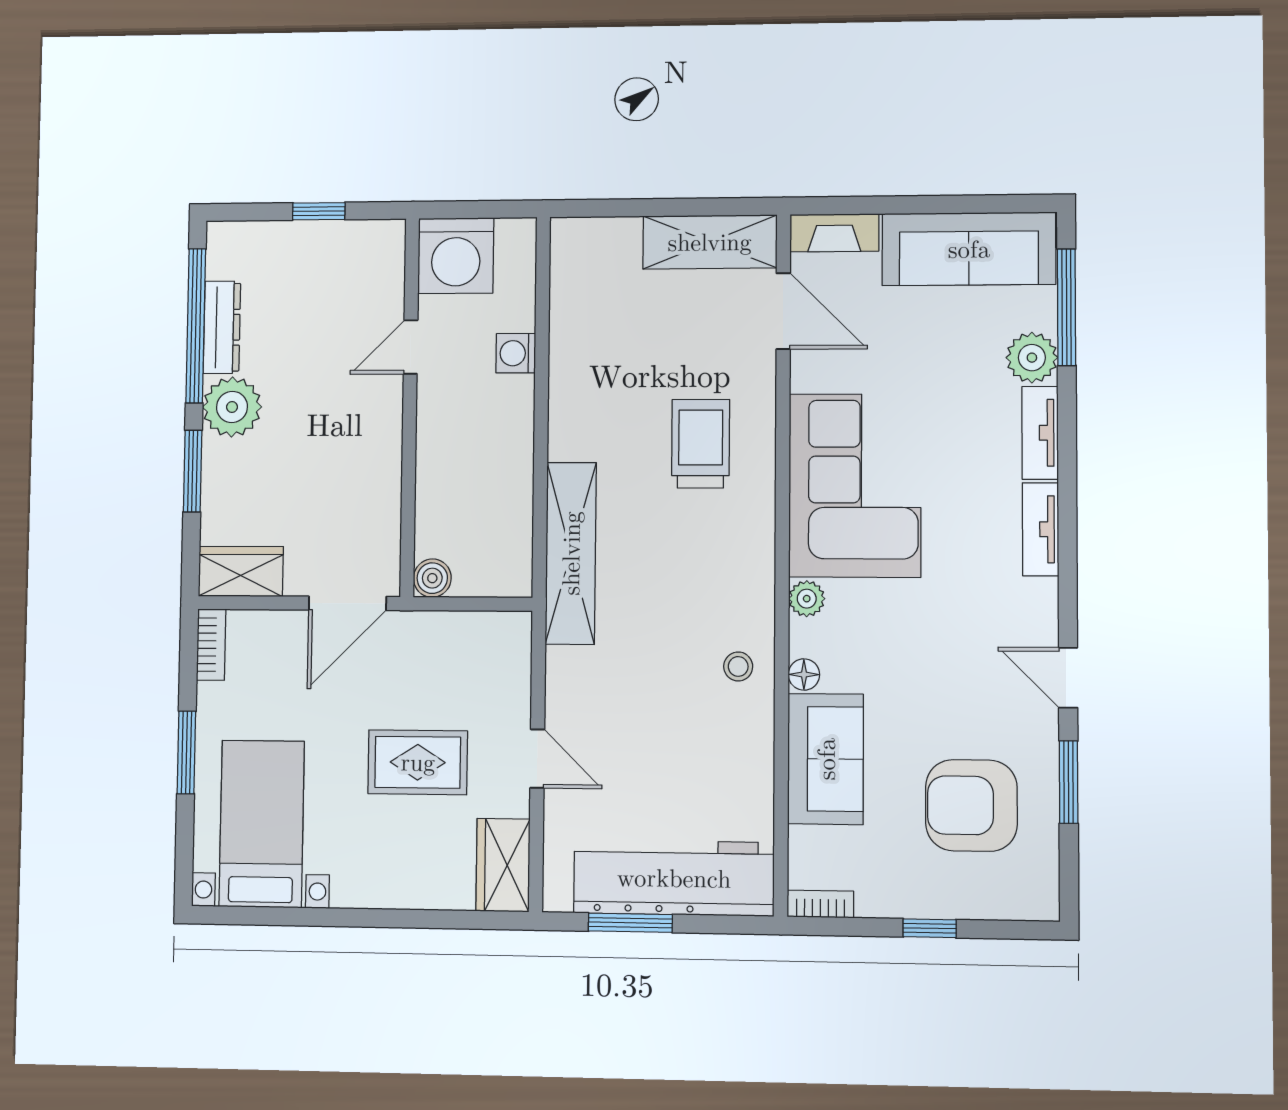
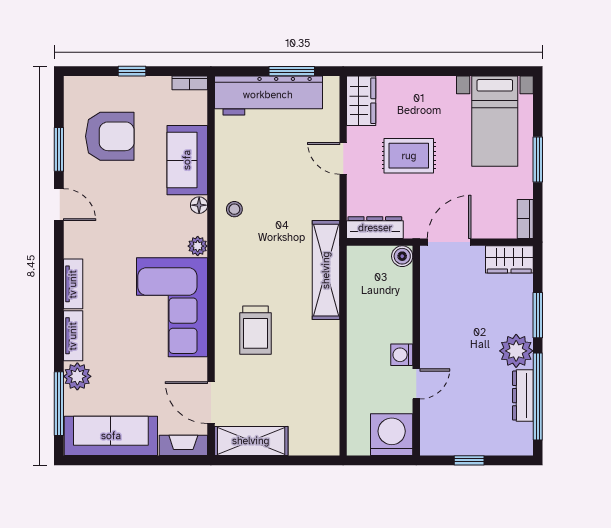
washing machine: (516, 353) -> (402, 355), moved, turned 180
dresser: (481, 631) -> (375, 228), added

